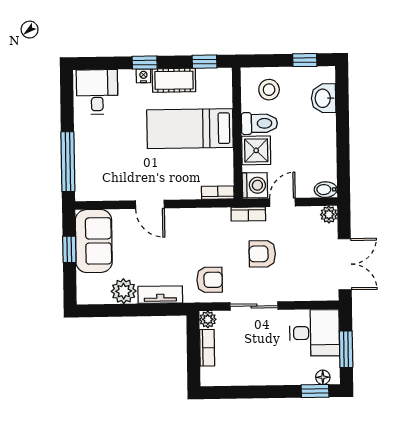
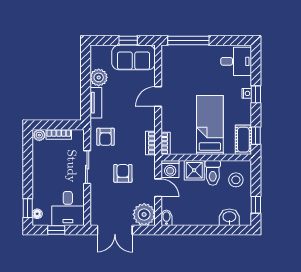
cot: (174, 80) -> (243, 140), moved
bookcase: (248, 214) -> (150, 143), moved
plant: (329, 214) -> (144, 214), width x1.87, depth x1.87
plant: (208, 319) -> (39, 135), moved
window: (346, 349) -> (56, 230), width x0.67

